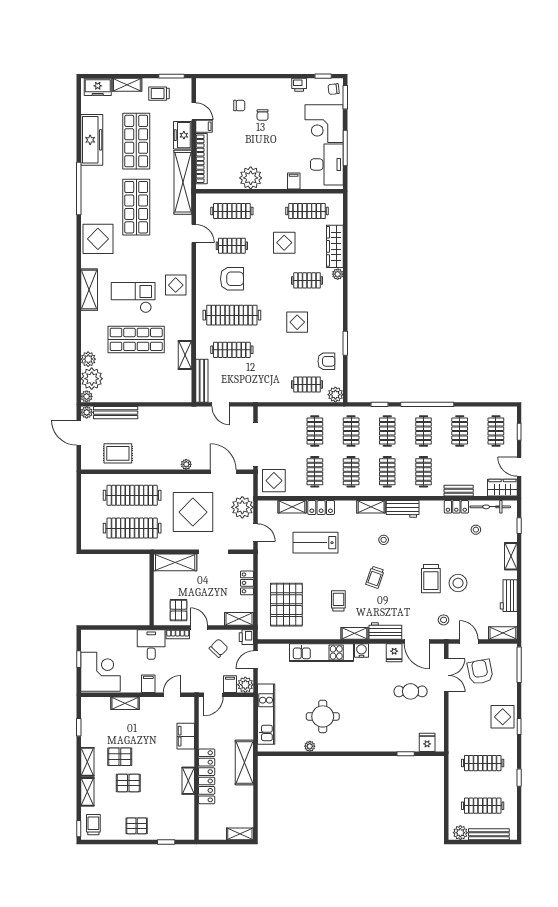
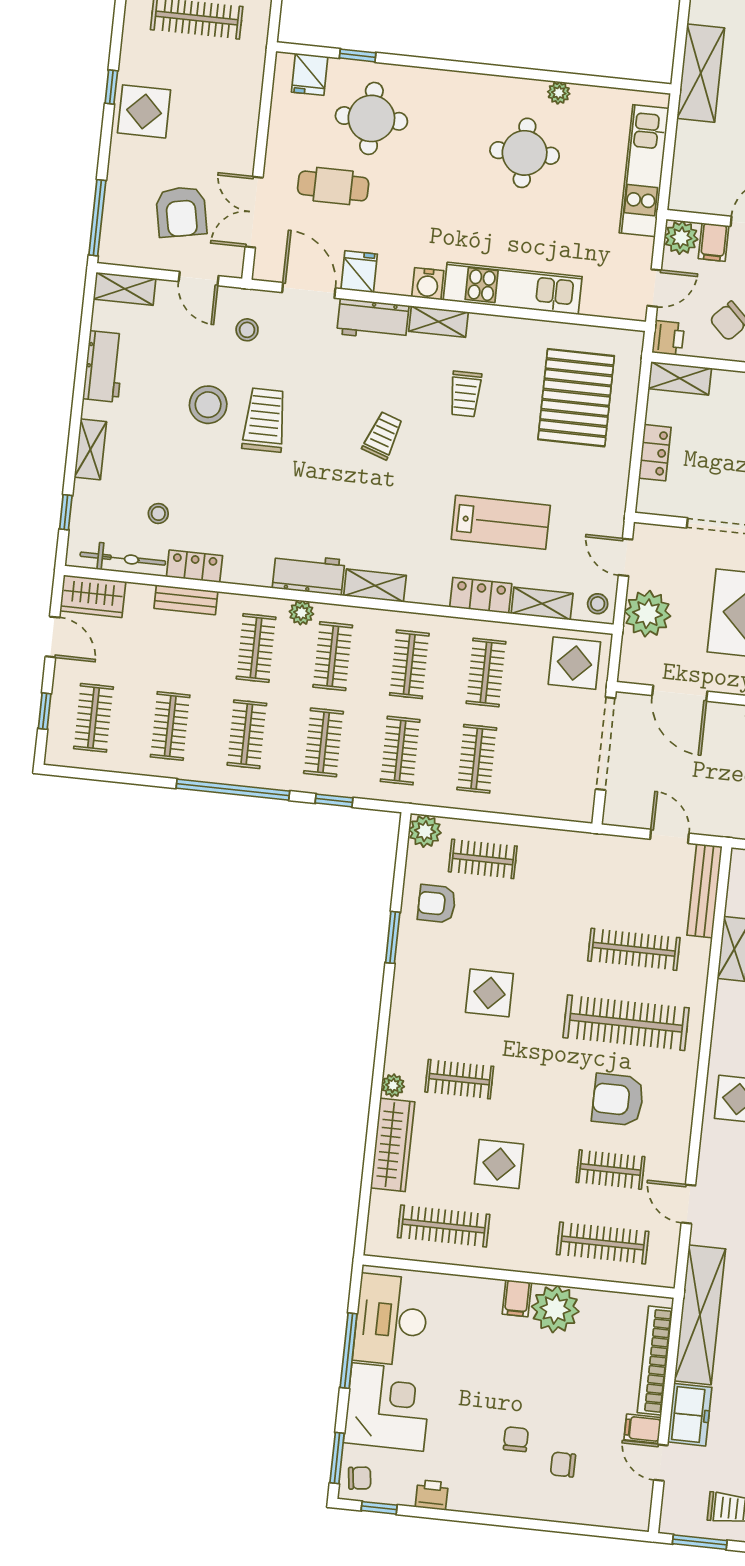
filing cabinet: (294, 181) -> (517, 1298), moved
plant: (404, 490) -> (301, 613), added
stool: (384, 540) -> (598, 604), moved
round table: (396, 725) -> (371, 118), added

